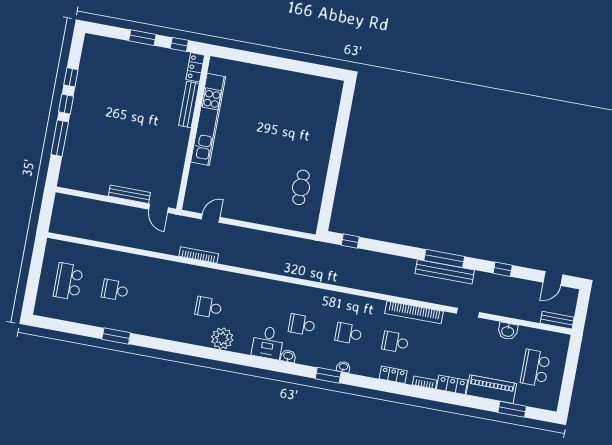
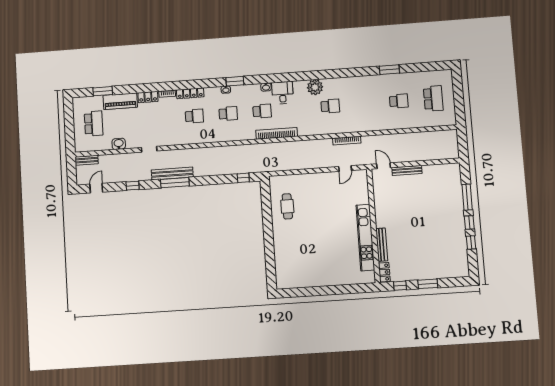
bookcase: (414, 312) -> (277, 133), moved
locker: (393, 375) -> (190, 93), width x1.53

